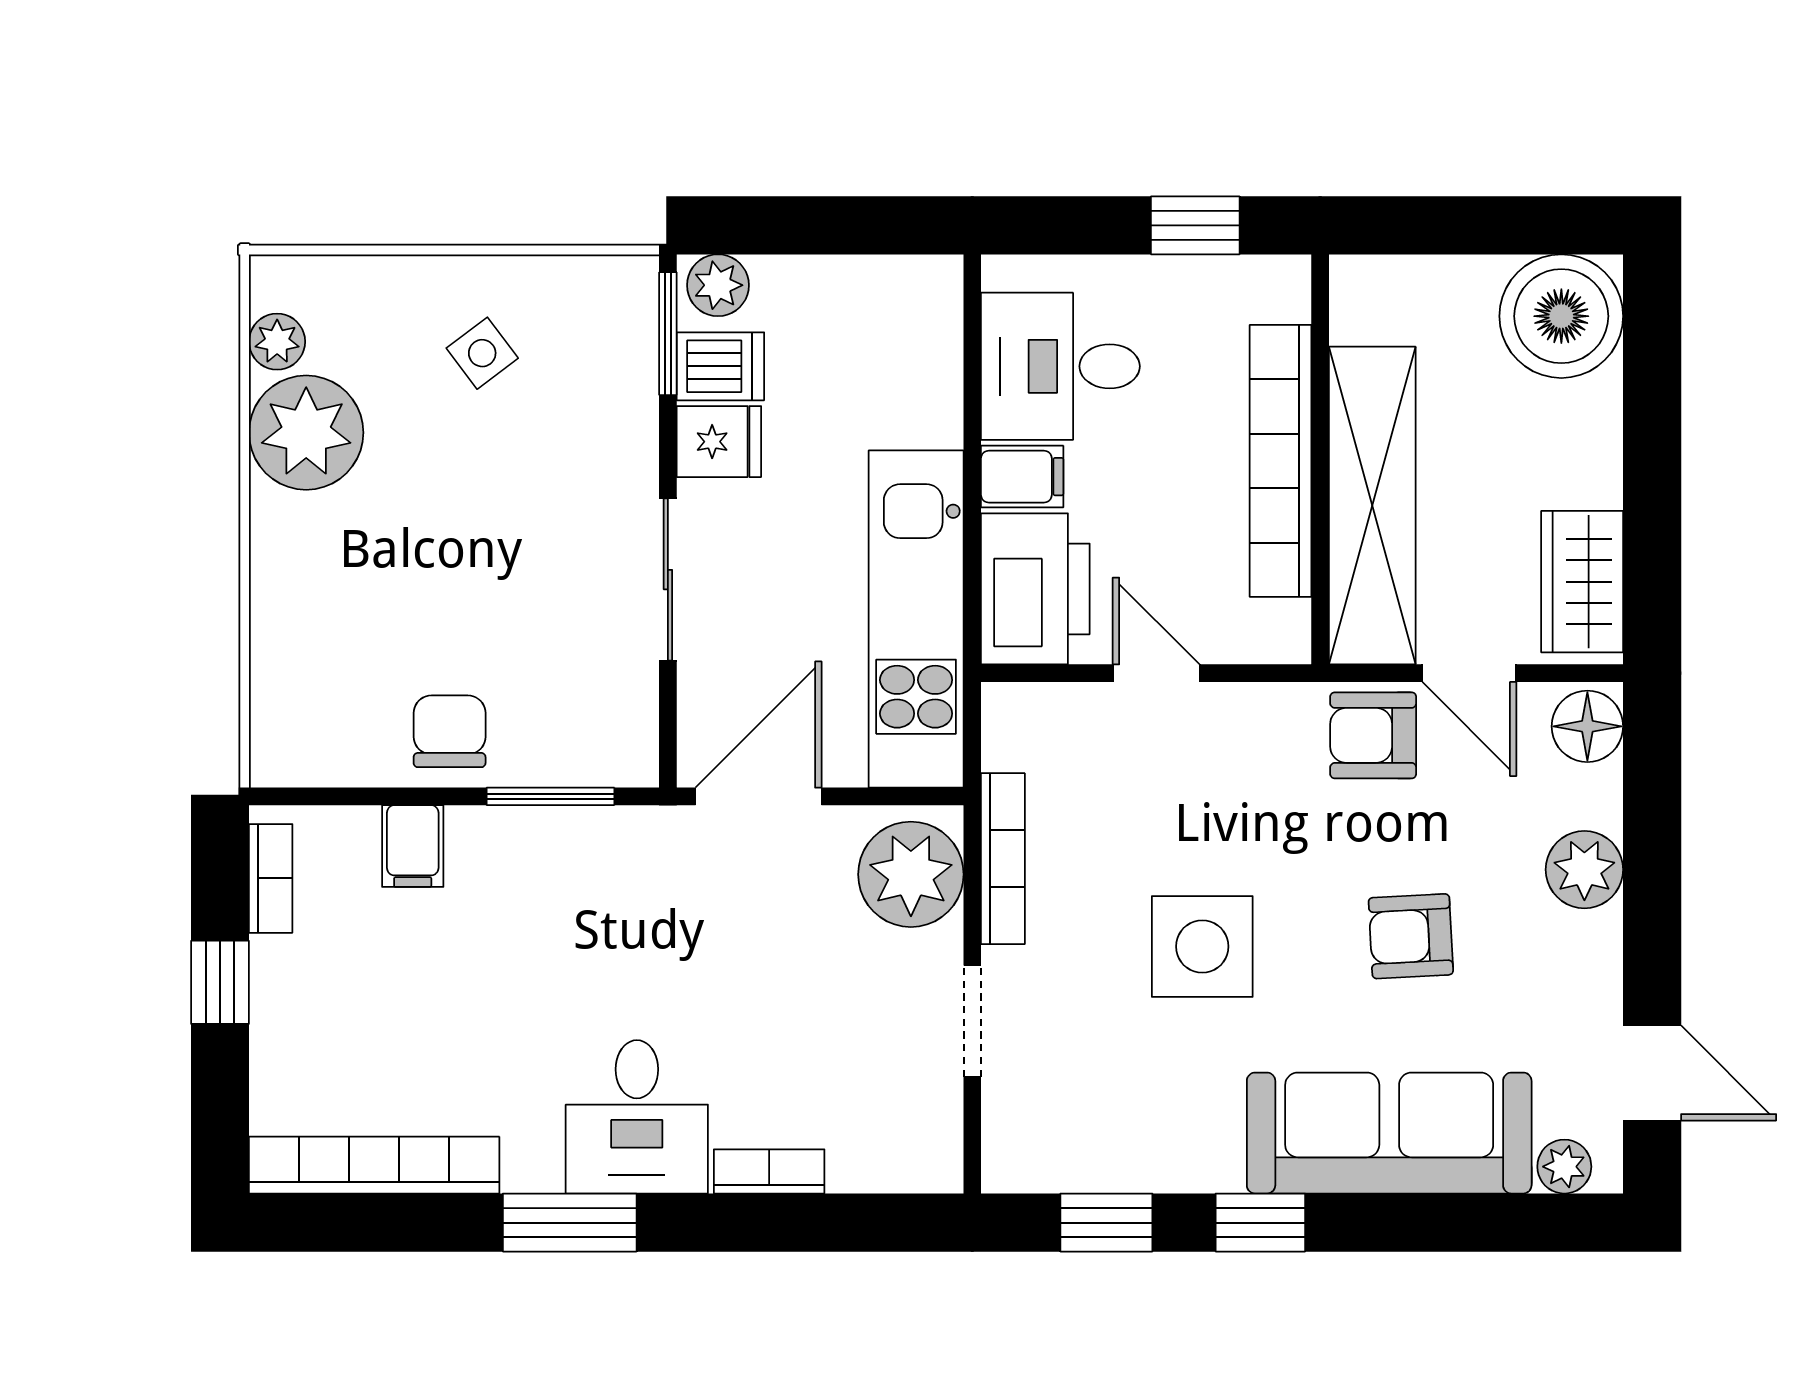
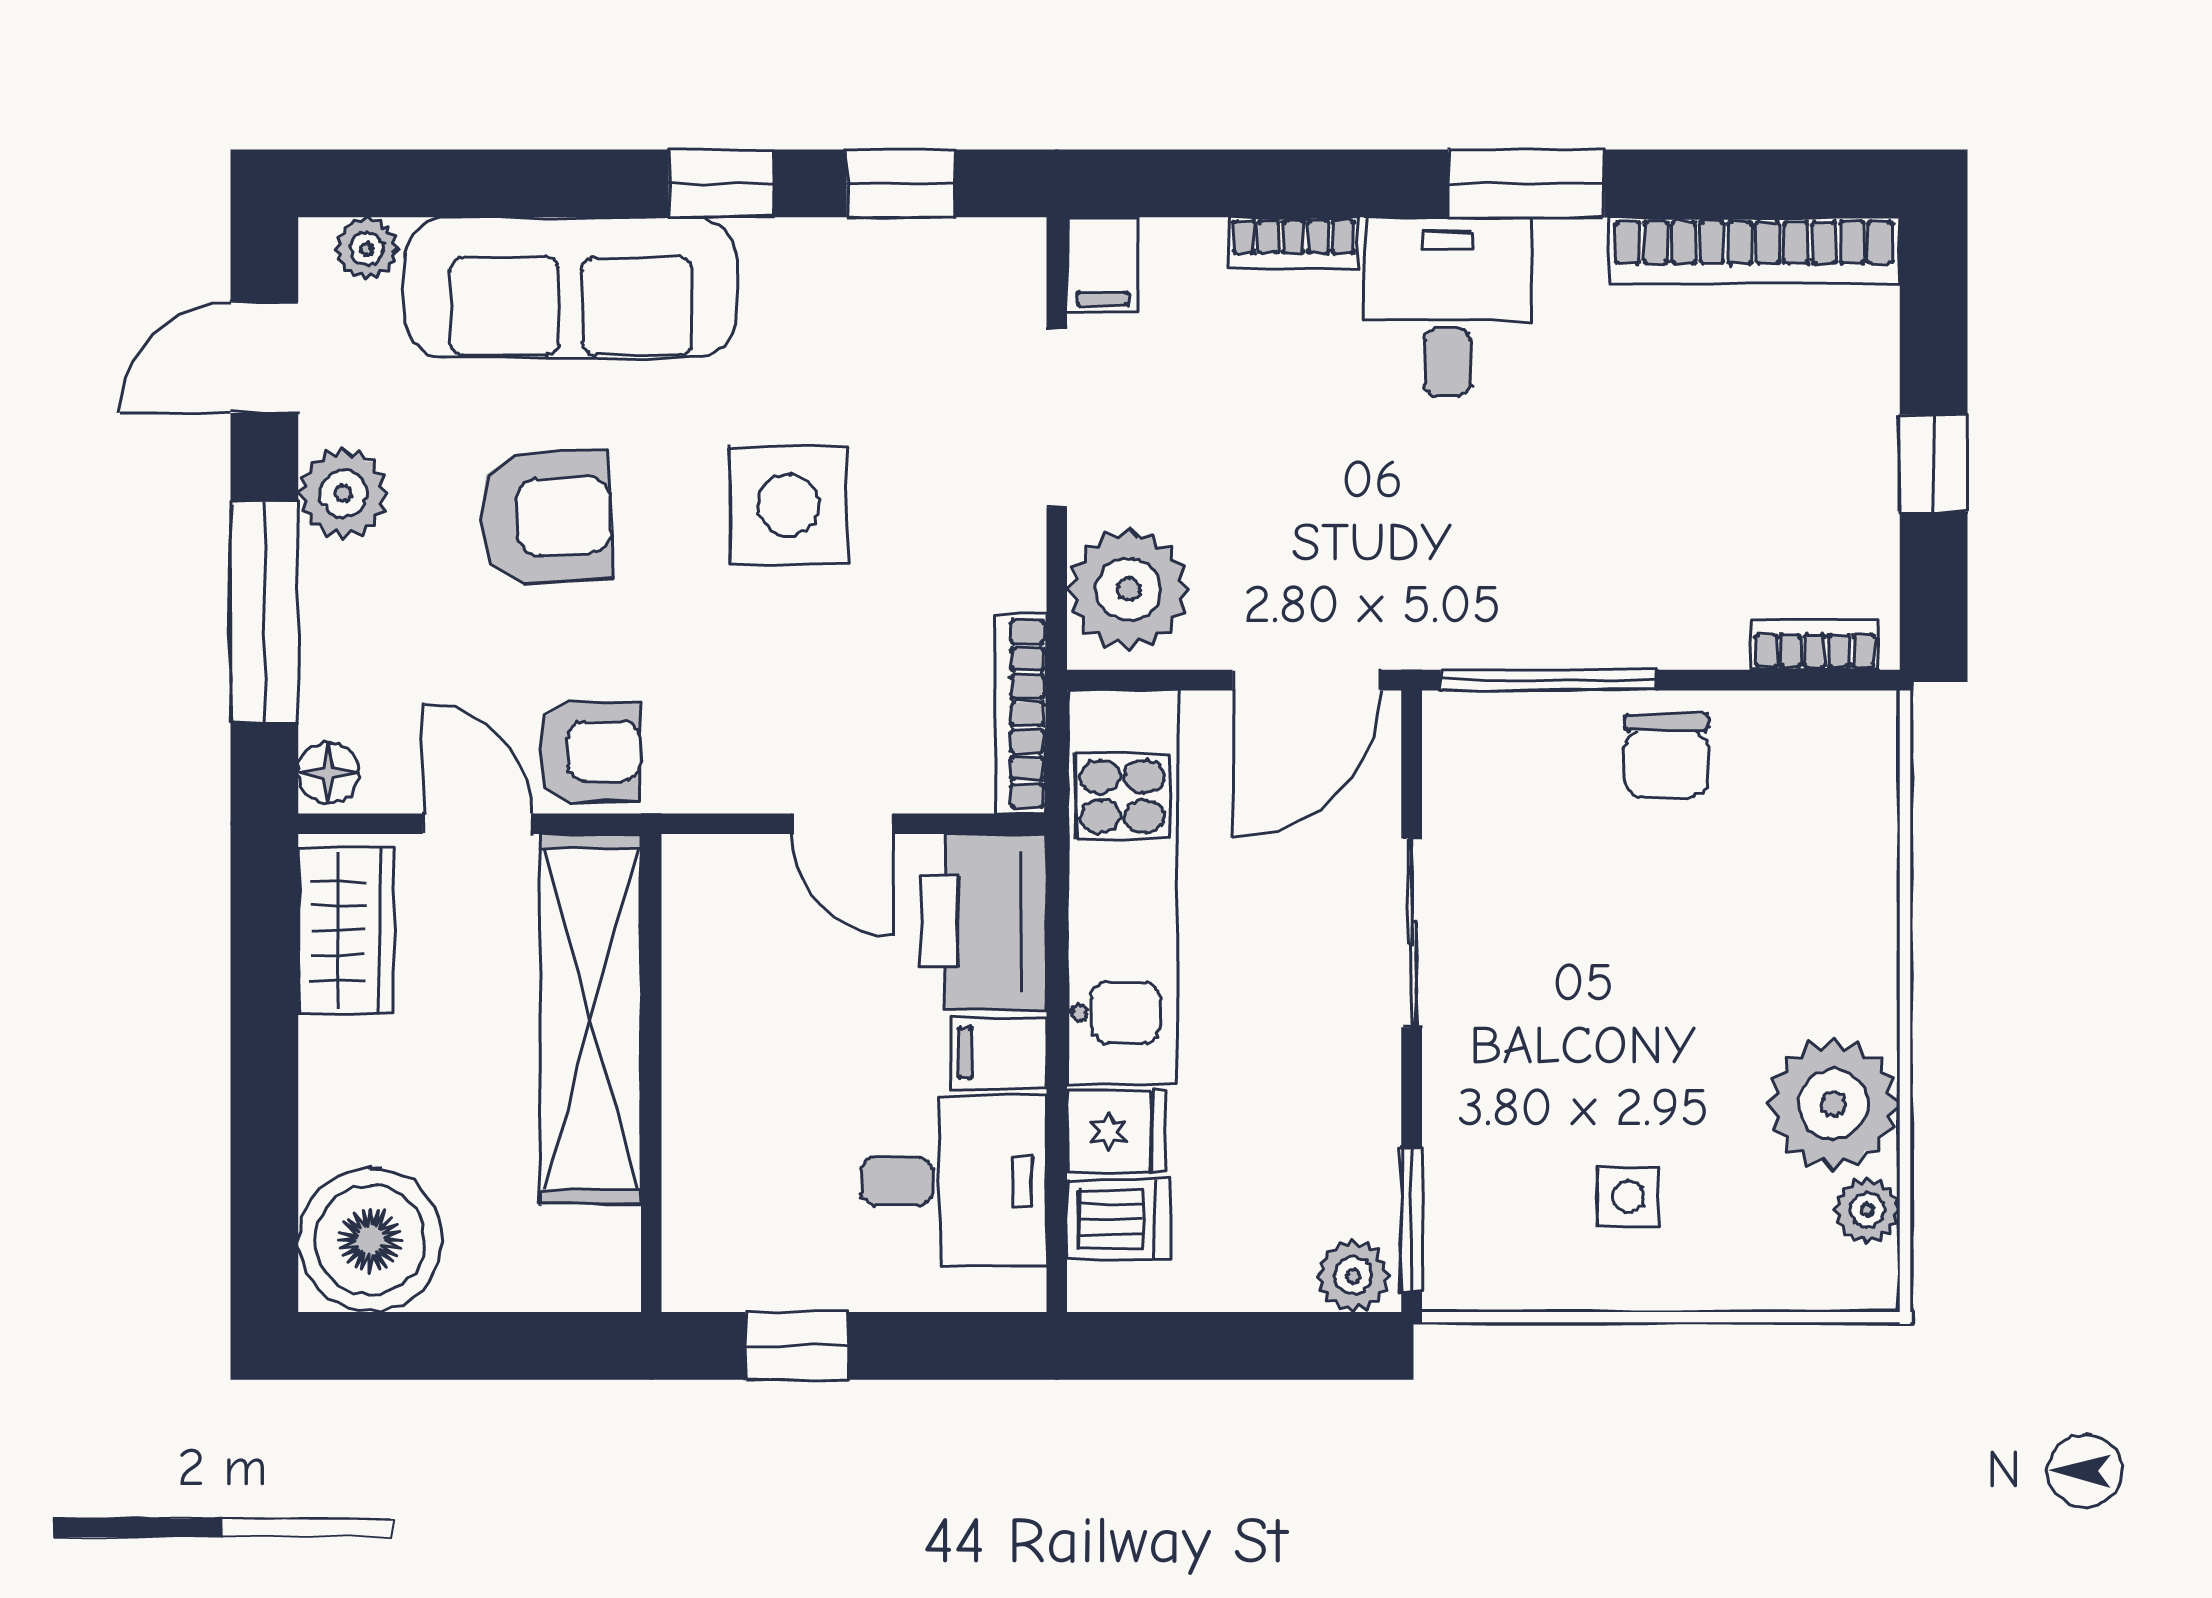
side table: (482, 353) -> (1628, 1197), turned 37
dishwasher: (720, 366) -> (1118, 1219), moved, turned 180
fridge: (719, 442) -> (1116, 1131), moved, turned 180
bookcase: (1281, 461) -> (697, 1071), removed
floor lamp: (1587, 726) -> (329, 773), width x0.73, depth x0.73
window: (550, 796) -> (1548, 680), width x1.44
filing cabinet: (413, 846) -> (1103, 265), moved, turned 180
window: (1652, 855) -> (264, 612), added
bookcase: (1003, 859) -> (1021, 714), moved
plant: (1584, 870) -> (343, 493), moved
bookcase: (271, 878) -> (1815, 645), moved, turned 90
armchair: (1411, 936) -> (546, 517), width x1.38, depth x1.38
doorway: (972, 1021) -> (1057, 418), width x1.38
door: (1652, 1073) -> (264, 358), hinge flipped

